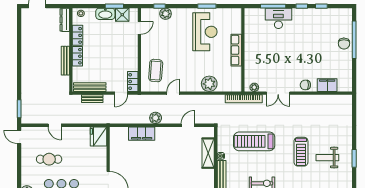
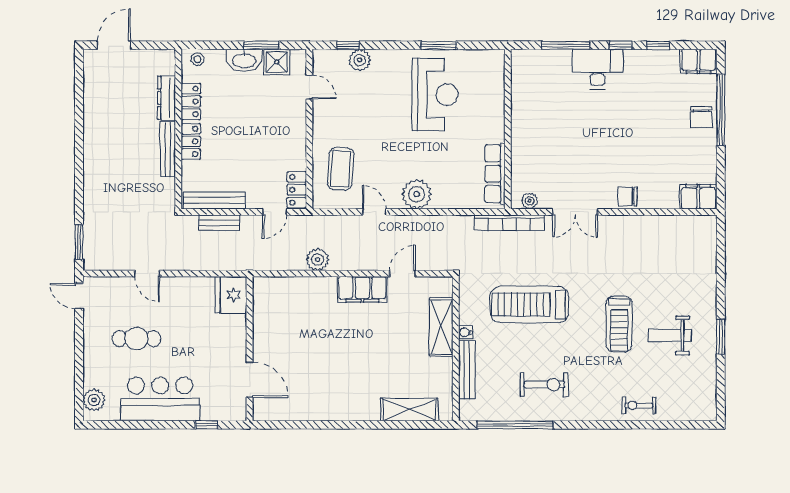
filing cabinet: (342, 14) -> (698, 61), added
desk: (278, 18) -> (598, 69), moved
dresser: (65, 20) -> (167, 98), moved
door: (139, 28) -> (309, 87), hinge flipped
row of seats: (236, 50) -> (495, 174), moved
plant: (209, 84) -> (417, 194), moved
filing cabinet: (327, 85) -> (698, 197), moved
door: (173, 93) -> (374, 212), hinge flipped
plant: (156, 118) -> (318, 260), moved
filing cabinet: (142, 134) -> (362, 289), moved

